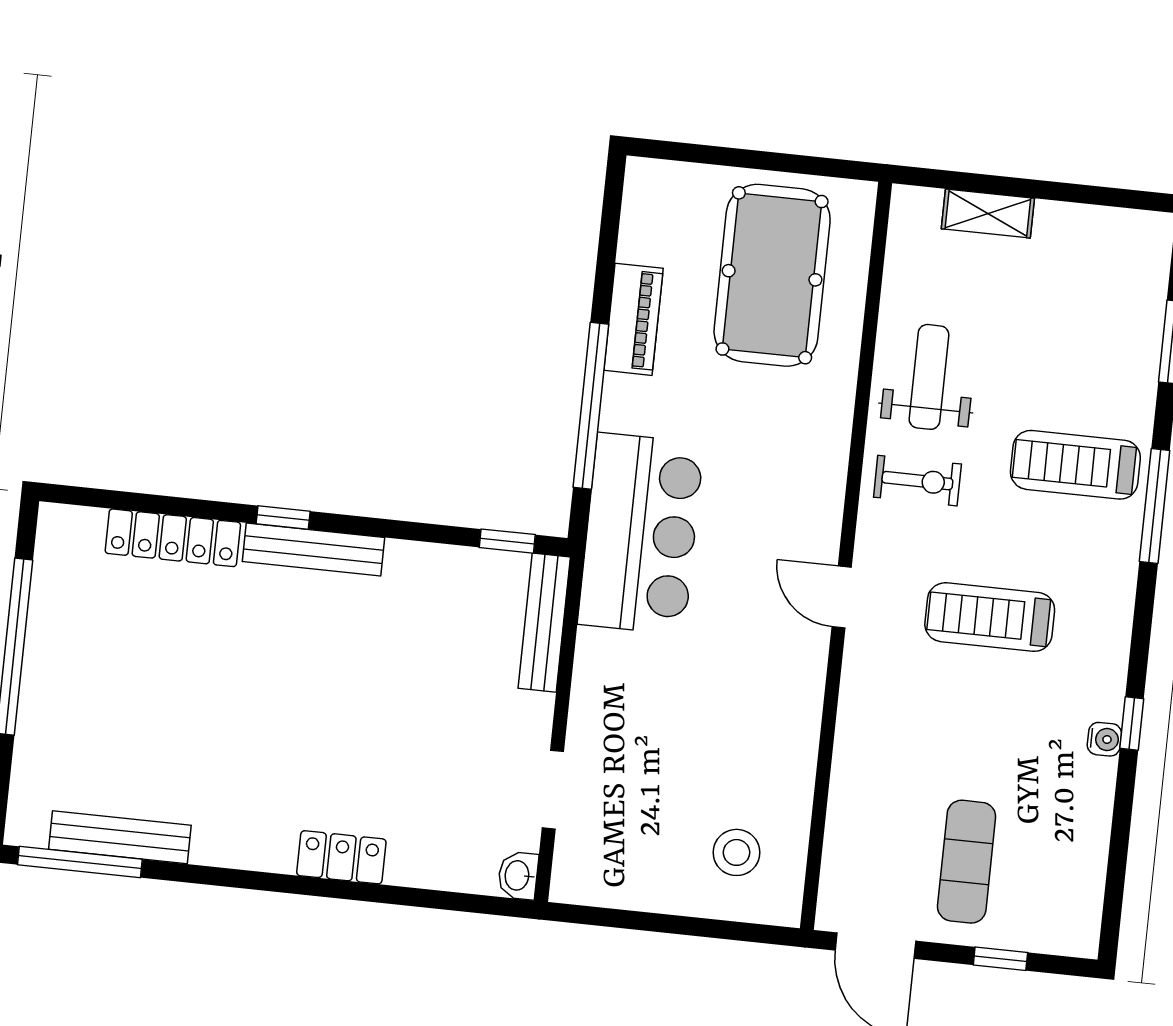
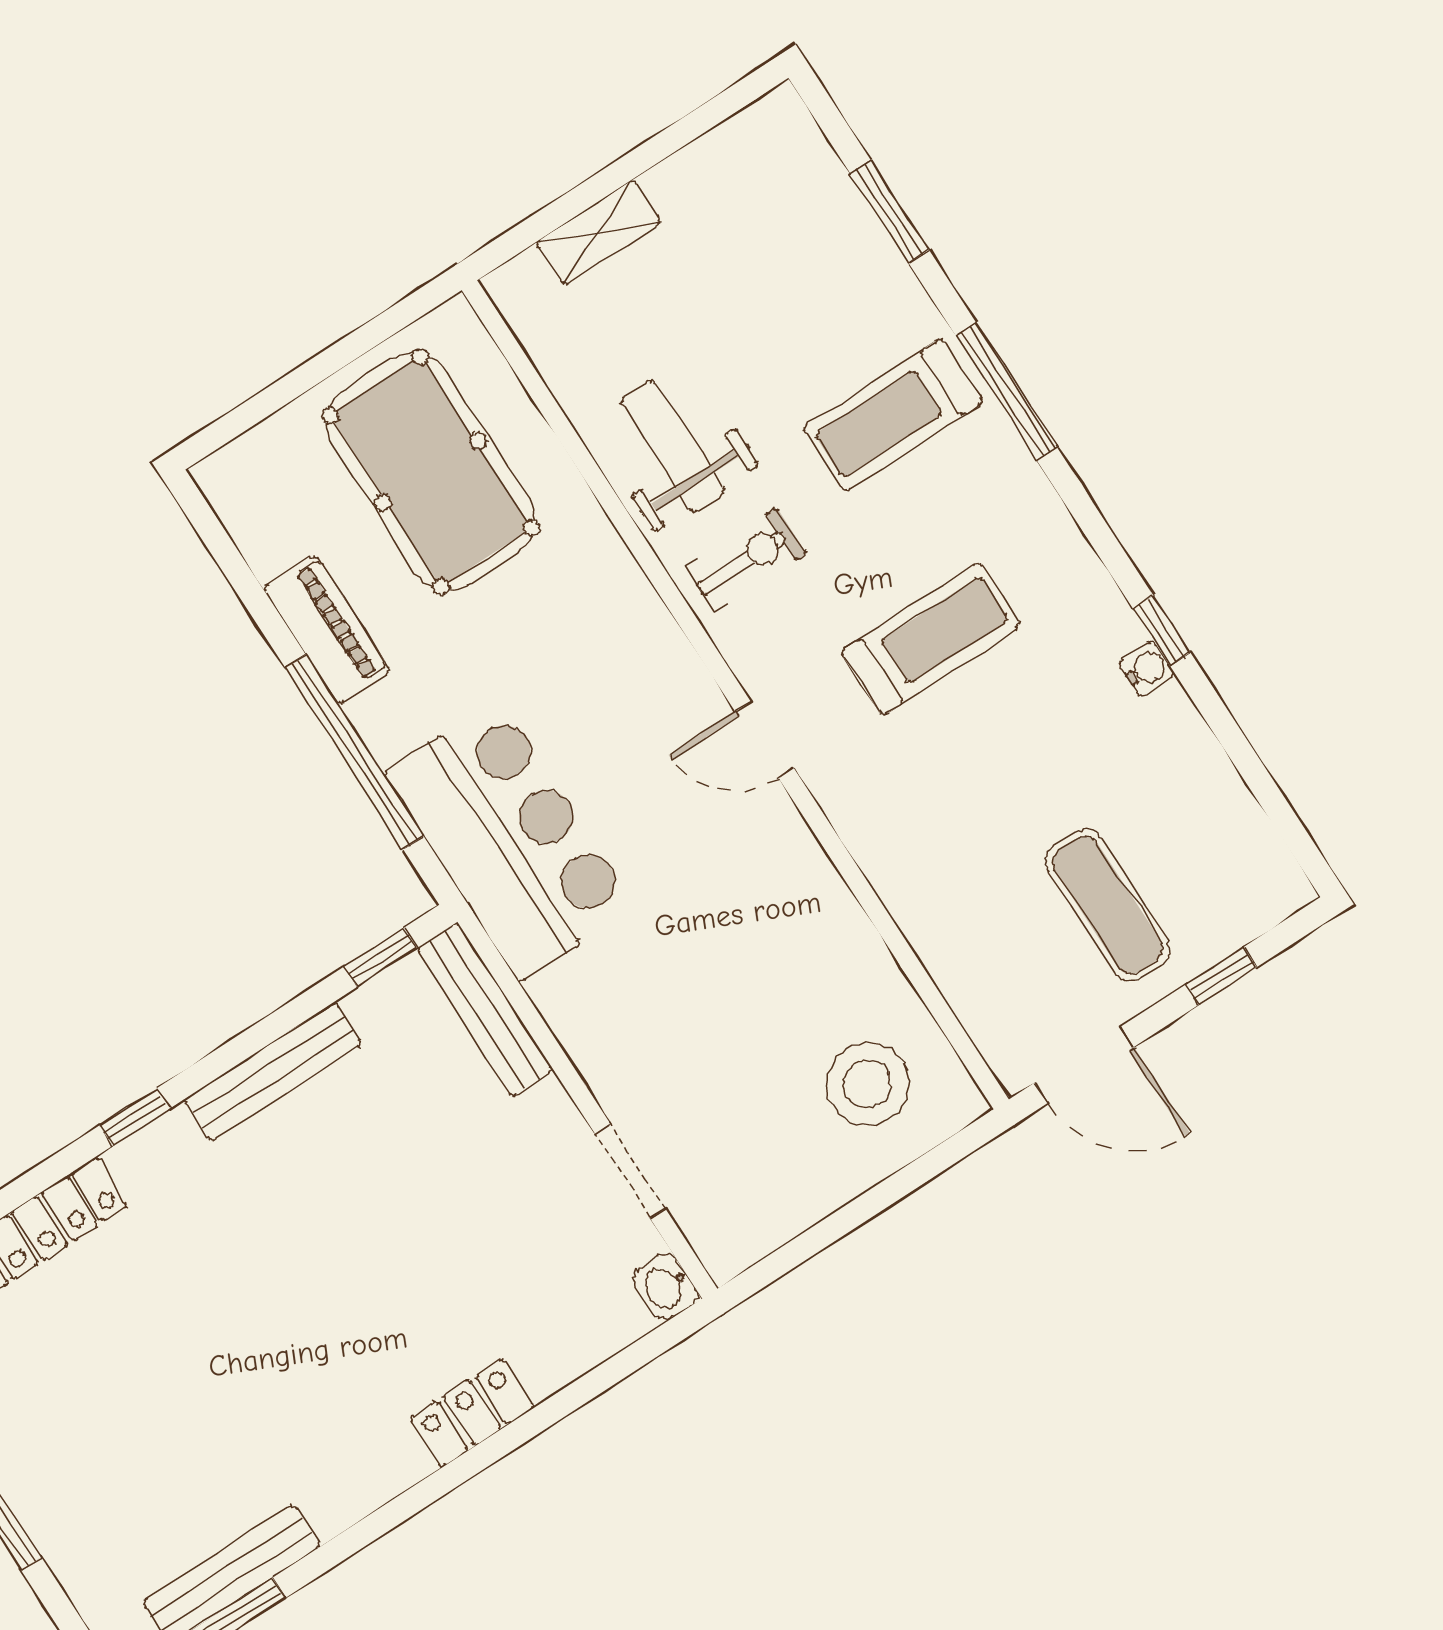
bench: (314, 550) -> (273, 1072), moved
treadmill: (990, 617) -> (931, 639), turned 180
stool: (737, 852) -> (868, 1084), width x1.38, depth x1.38

